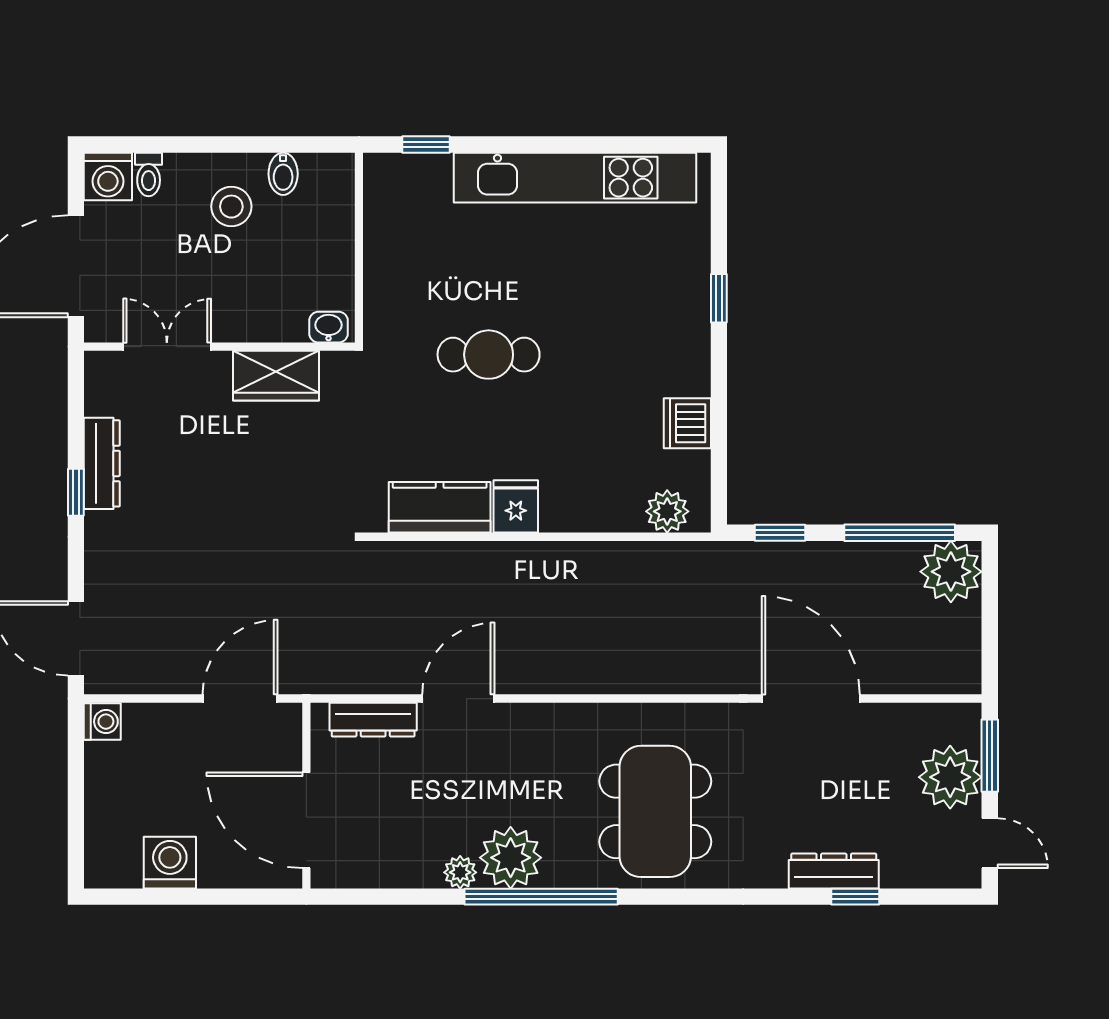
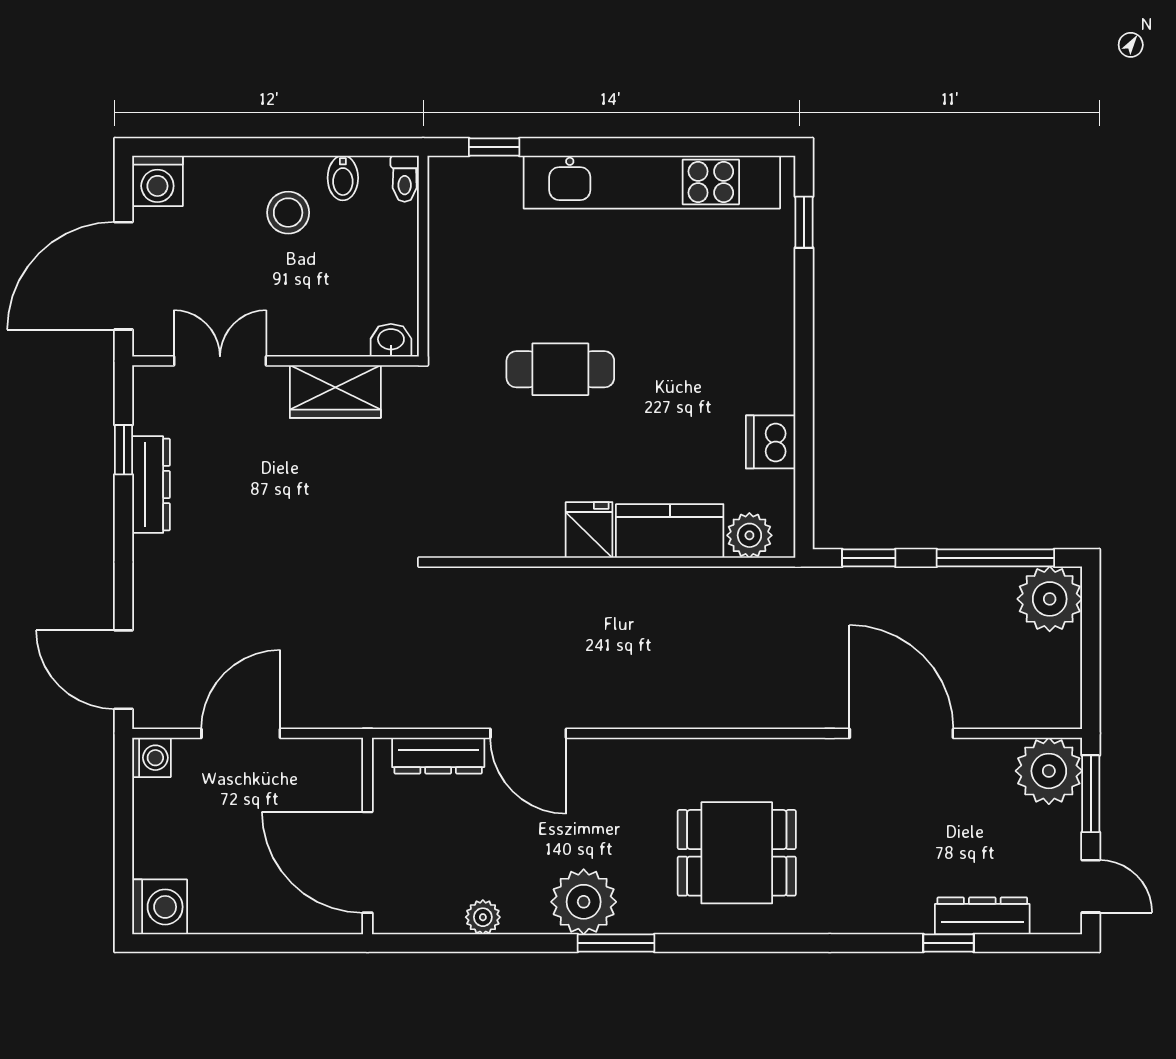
toilet: (149, 174) -> (405, 179), moved
window: (719, 298) -> (804, 222), moved
window: (76, 492) -> (124, 450), moved
kitchen counter: (440, 507) -> (670, 531), moved
door: (240, 699) -> (241, 733), moved
door: (458, 699) -> (528, 733), swing flipped
plant: (950, 777) -> (1049, 771), moved
dining table: (655, 811) -> (737, 853), width x0.73
washing machine: (170, 863) -> (160, 907), moved, turned 90
dresser: (834, 871) -> (982, 916), moved
plant: (460, 872) -> (483, 917), moved
window: (541, 897) -> (616, 943), width x0.47

